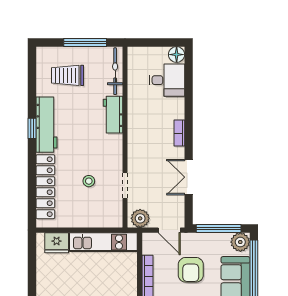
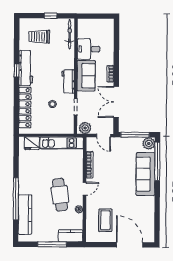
window: (85, 42) -> (51, 16), width x0.46
floor lamp: (177, 55) -> (109, 24), removed
desk: (167, 80) -> (89, 49), moved, turned 180
workbench: (113, 115) -> (68, 81), moved
sofa: (141, 136) -> (86, 76), added
double door: (189, 177) -> (116, 102), width x1.37
armchair: (191, 270) -> (117, 161), removed

